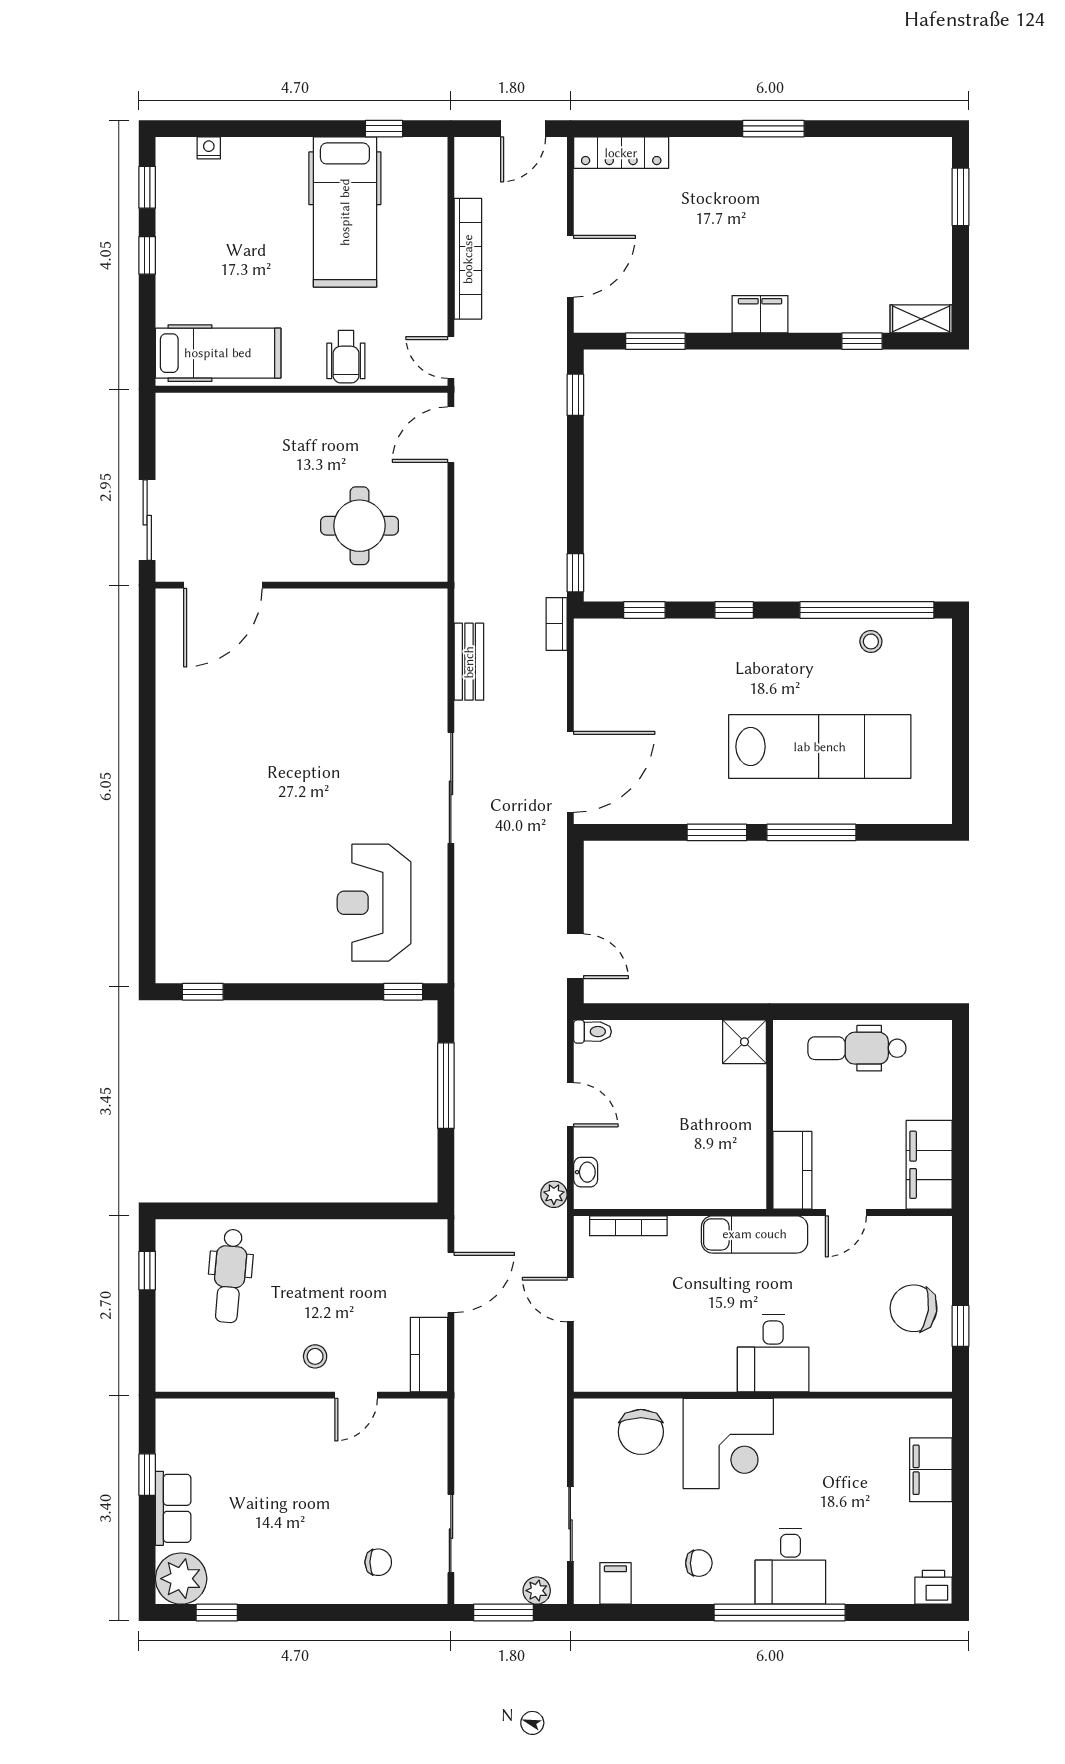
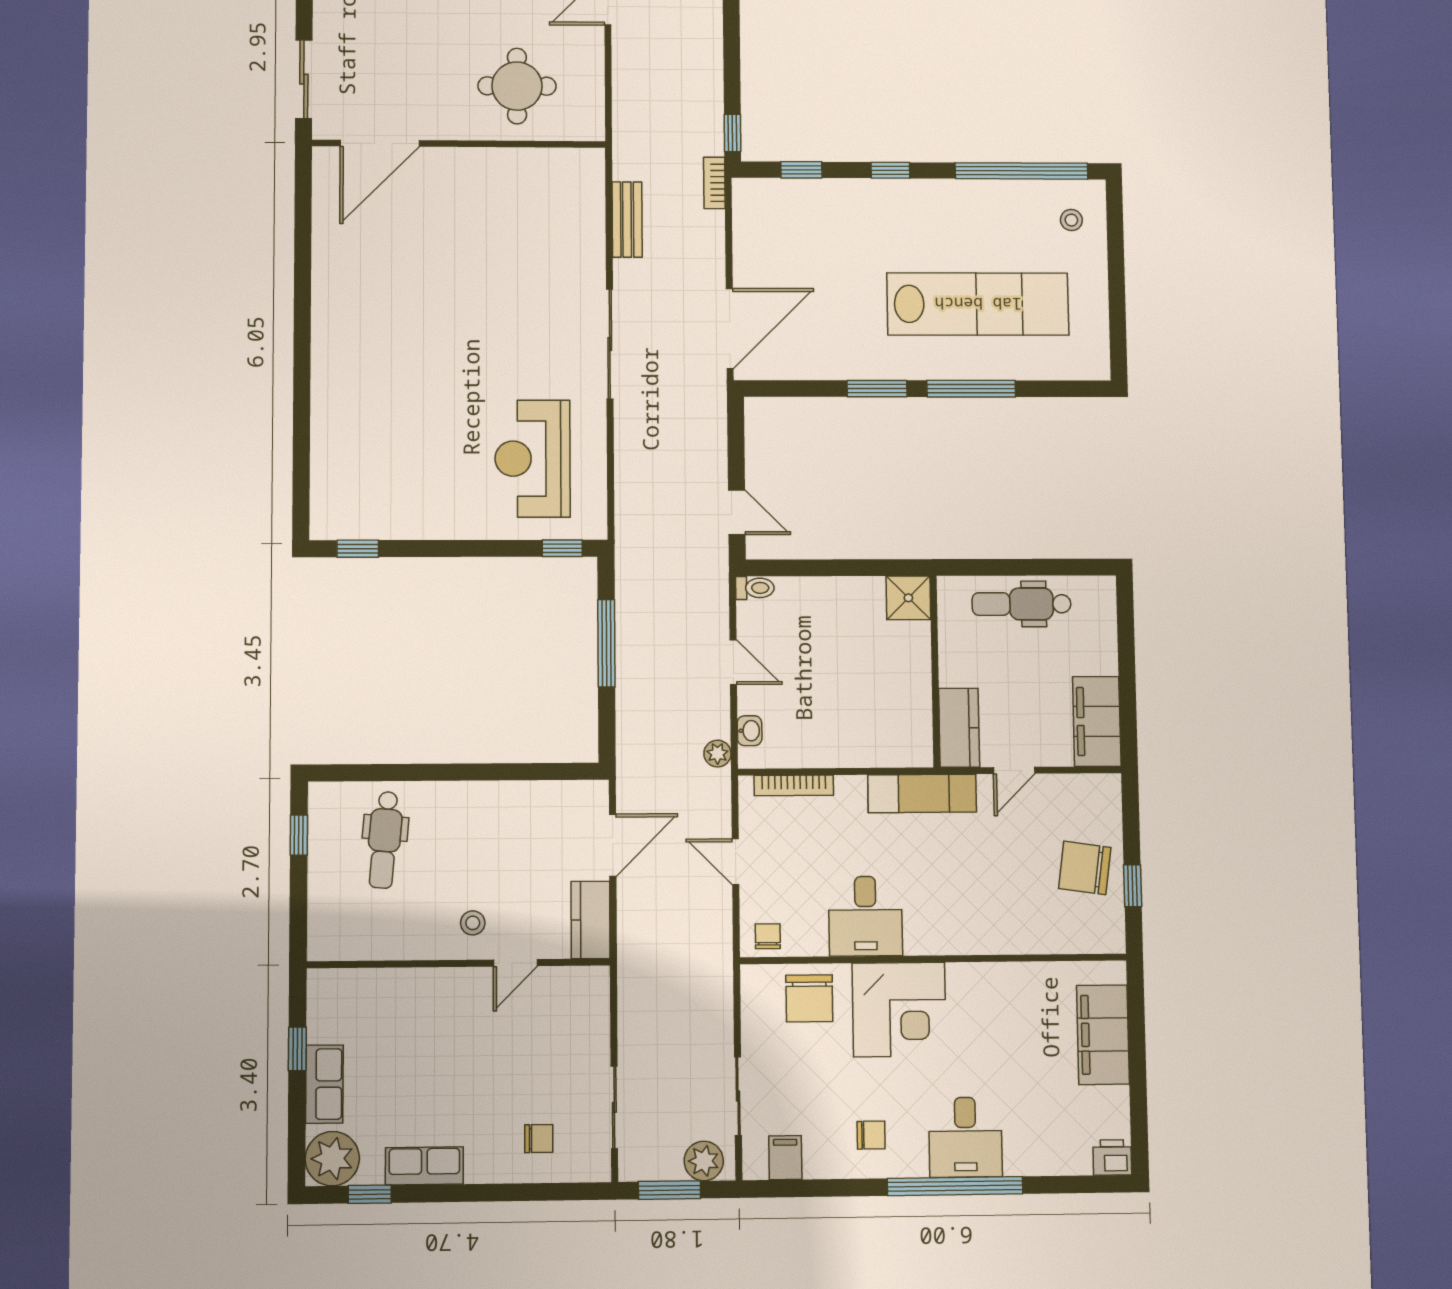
stool: (871, 641) -> (1071, 220), moved
desk: (773, 1353) -> (865, 916), moved
chair: (601, 1372) -> (768, 936), added
filing cabinet: (931, 1470) -> (1103, 1035), width x1.50, depth x1.17
row of seats: (269, 1587) -> (424, 1166), added
plant: (537, 1591) -> (704, 1161), width x1.38, depth x1.38

